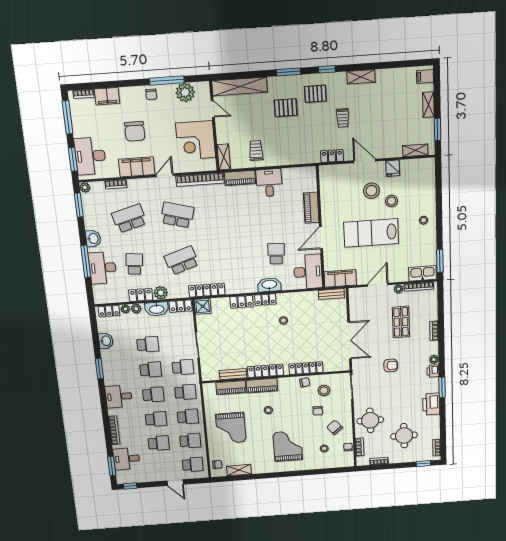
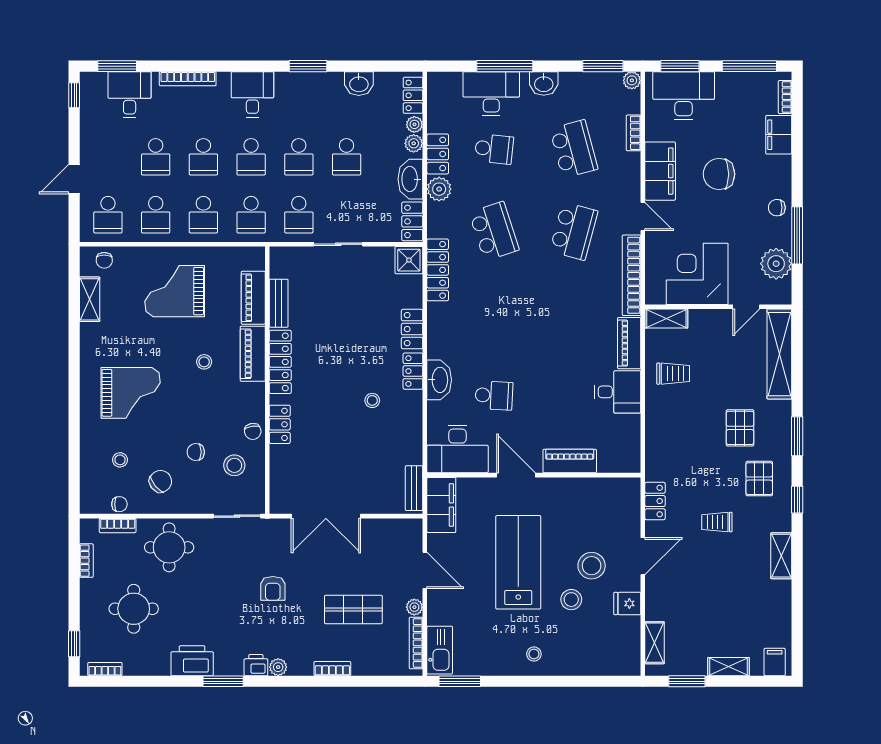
locker: (306, 368) -> (280, 424), width x0.66

